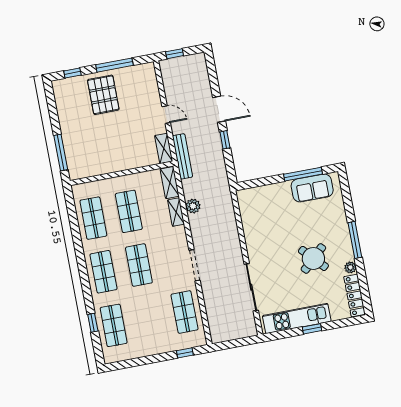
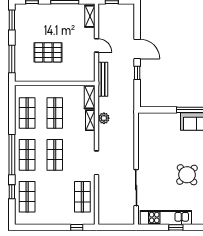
pallet: (103, 95) -> (48, 52), moved, turned 90
window: (51, 102) -> (12, 20), added
shelving: (164, 148) -> (90, 16), moved
window: (84, 275) -> (12, 155), added

